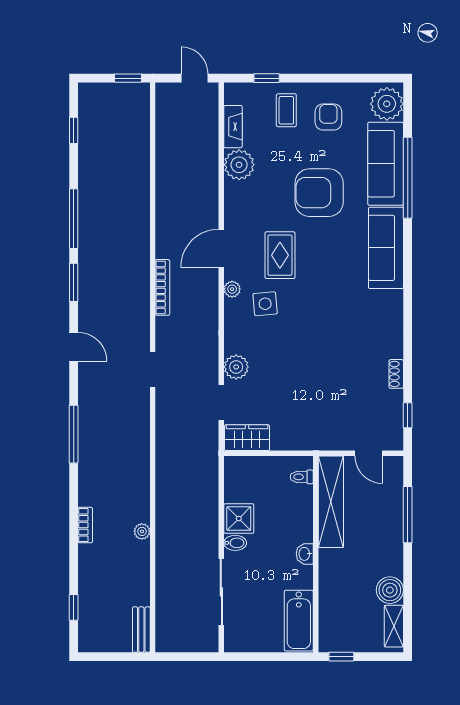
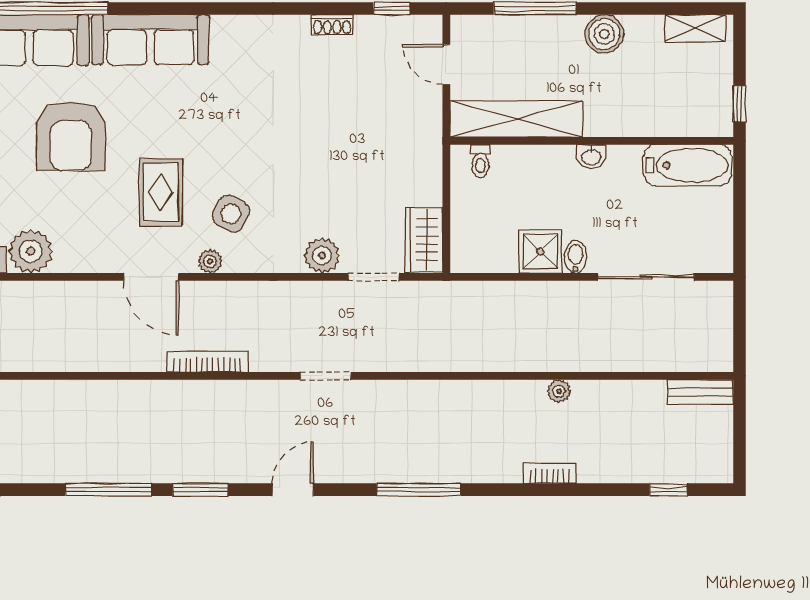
rug: (280, 255) -> (161, 192), turned 90
side table: (265, 304) -> (231, 214), turned 34
door: (369, 453) -> (446, 64), swing flipped
boiler: (390, 590) -> (604, 34), moved

